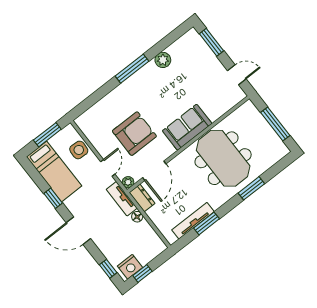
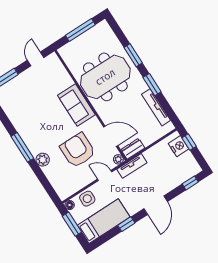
plant: (163, 60) -> (43, 160), moved
floor lamp: (137, 217) -> (70, 205), moved
window: (206, 223) -> (152, 85), moved
nightstand: (130, 267) -> (179, 146), moved
window: (142, 273) -> (189, 142), moved

